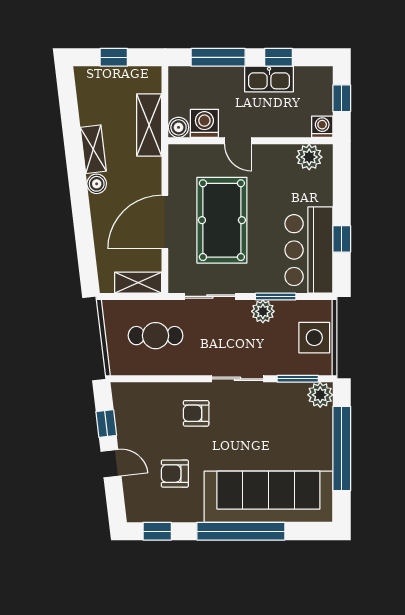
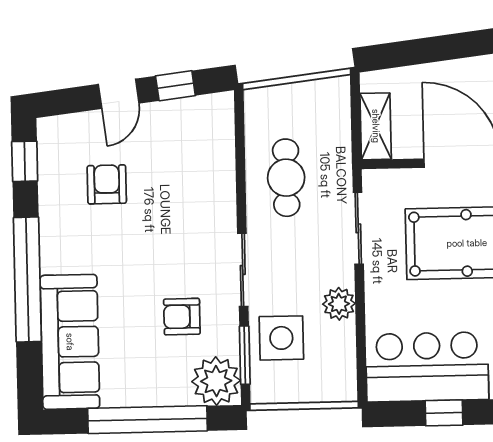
window: (276, 296) -> (360, 321), removed
cafe table: (156, 336) -> (286, 178), moved
side table: (314, 338) -> (281, 338), moved
plant: (320, 395) -> (216, 381), width x1.36, depth x1.36
armchair: (196, 413) -> (182, 317), moved, turned -90
sofa: (268, 497) -> (70, 342), width x0.74, depth x0.79

